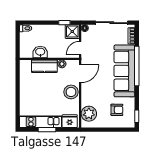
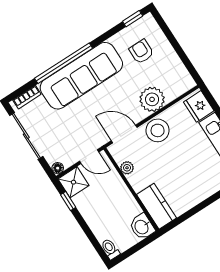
washbasin: (40, 52) -> (142, 227), moved
kitchen counter: (44, 66) -> (156, 206), moved
plant: (89, 114) -> (152, 99), moved

